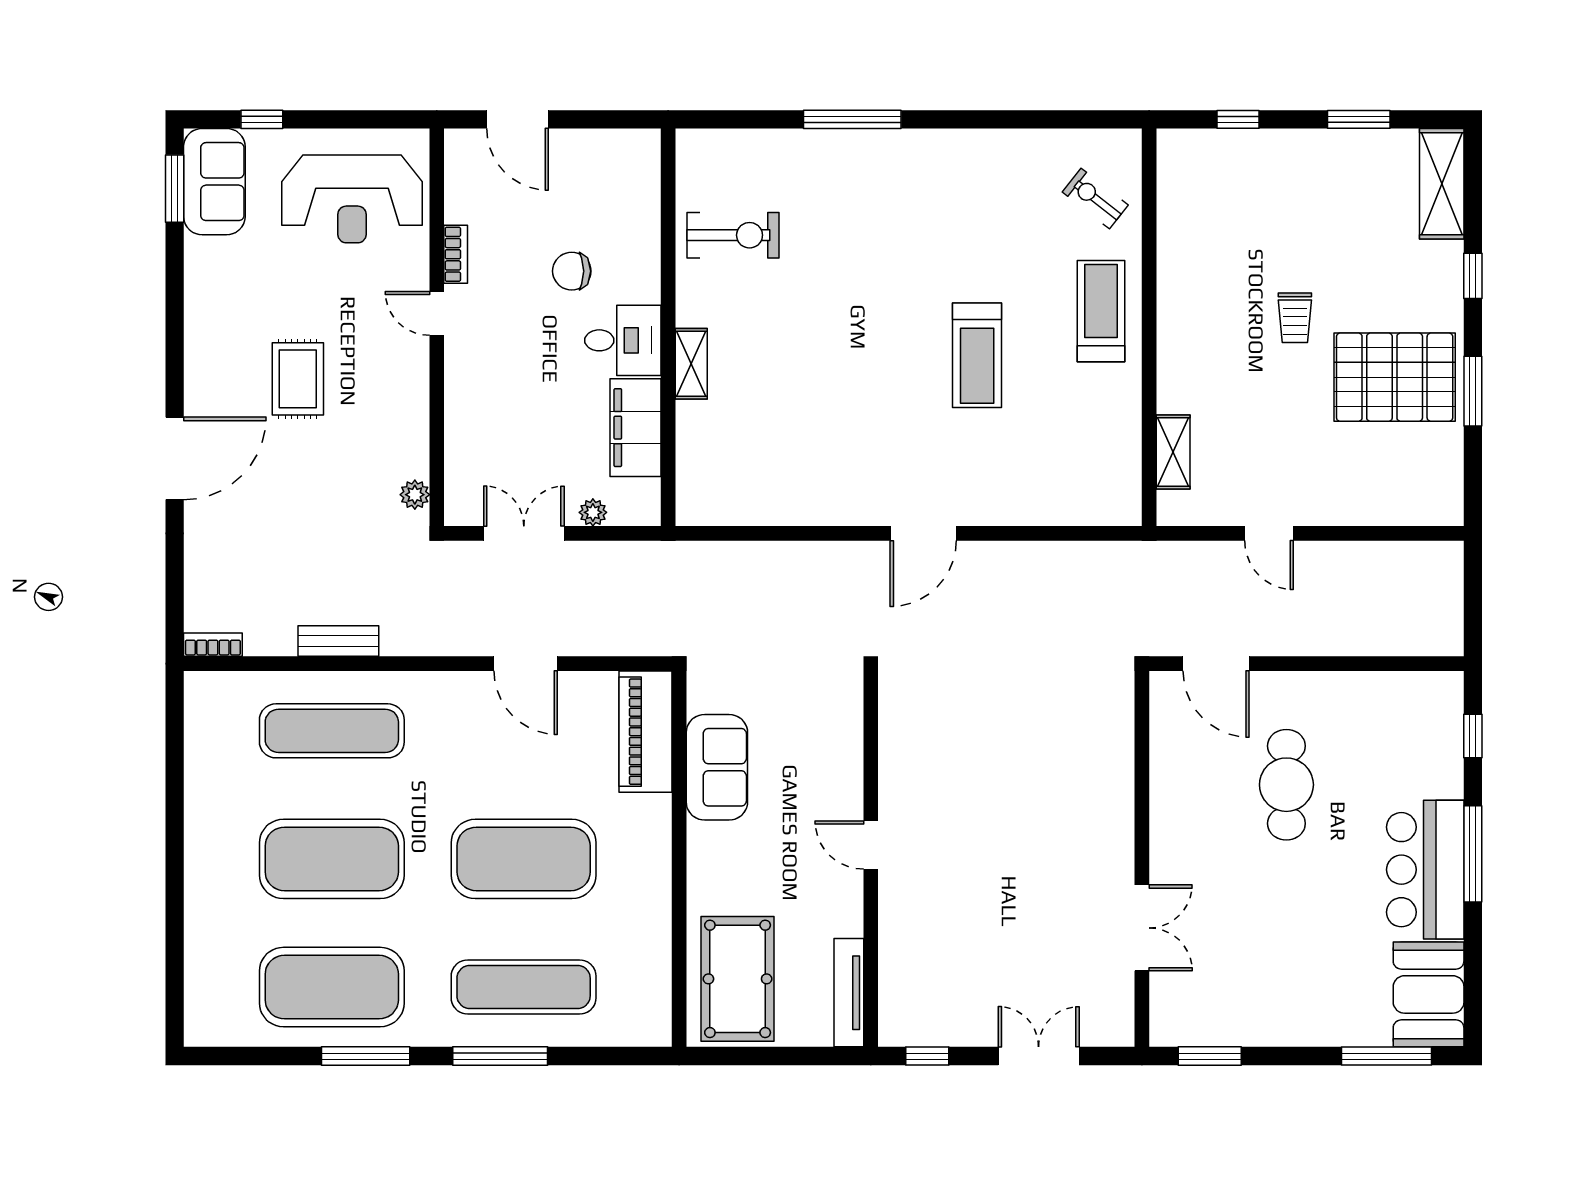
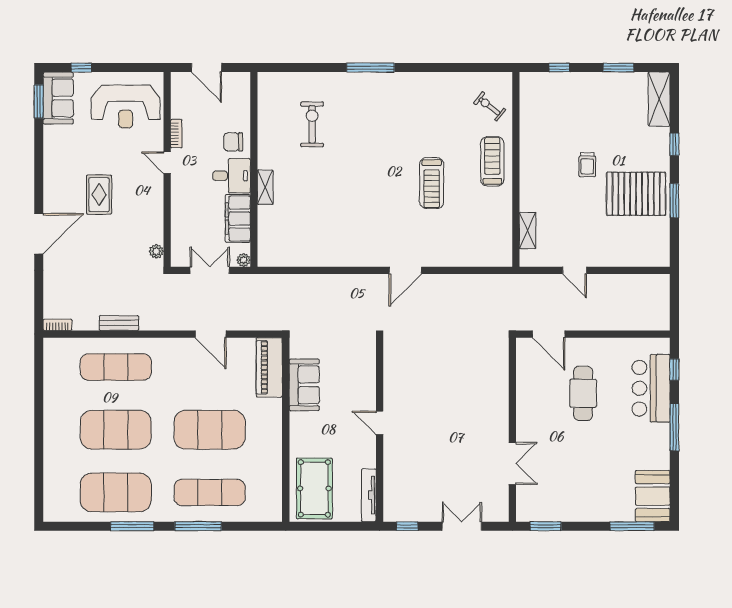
exercise bike: (733, 235) -> (312, 124), turned -90
wall: (668, 327) -> (254, 169), moved
desk: (623, 340) -> (232, 176), moved
shelving: (691, 364) -> (265, 187), moved
filing cabinet: (636, 428) -> (238, 218), moved
bar counter: (1425, 870) -> (651, 388), moved

